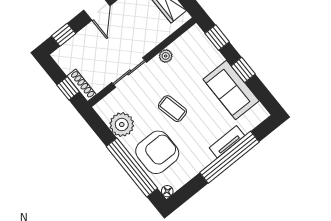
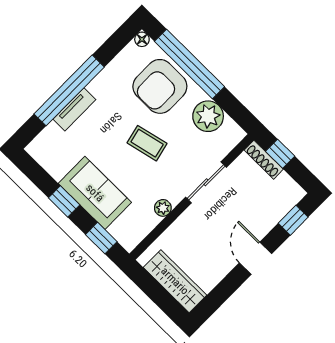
sofa: (231, 90) -> (95, 193), moved

